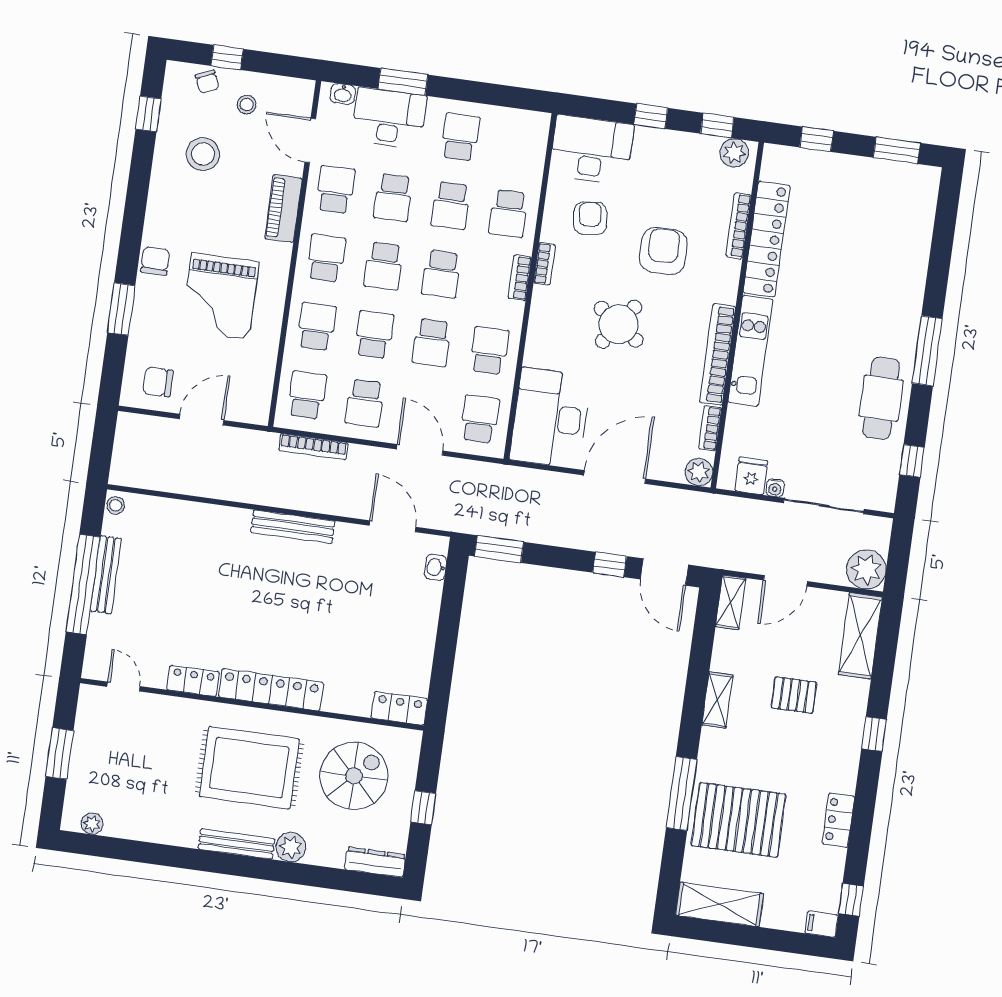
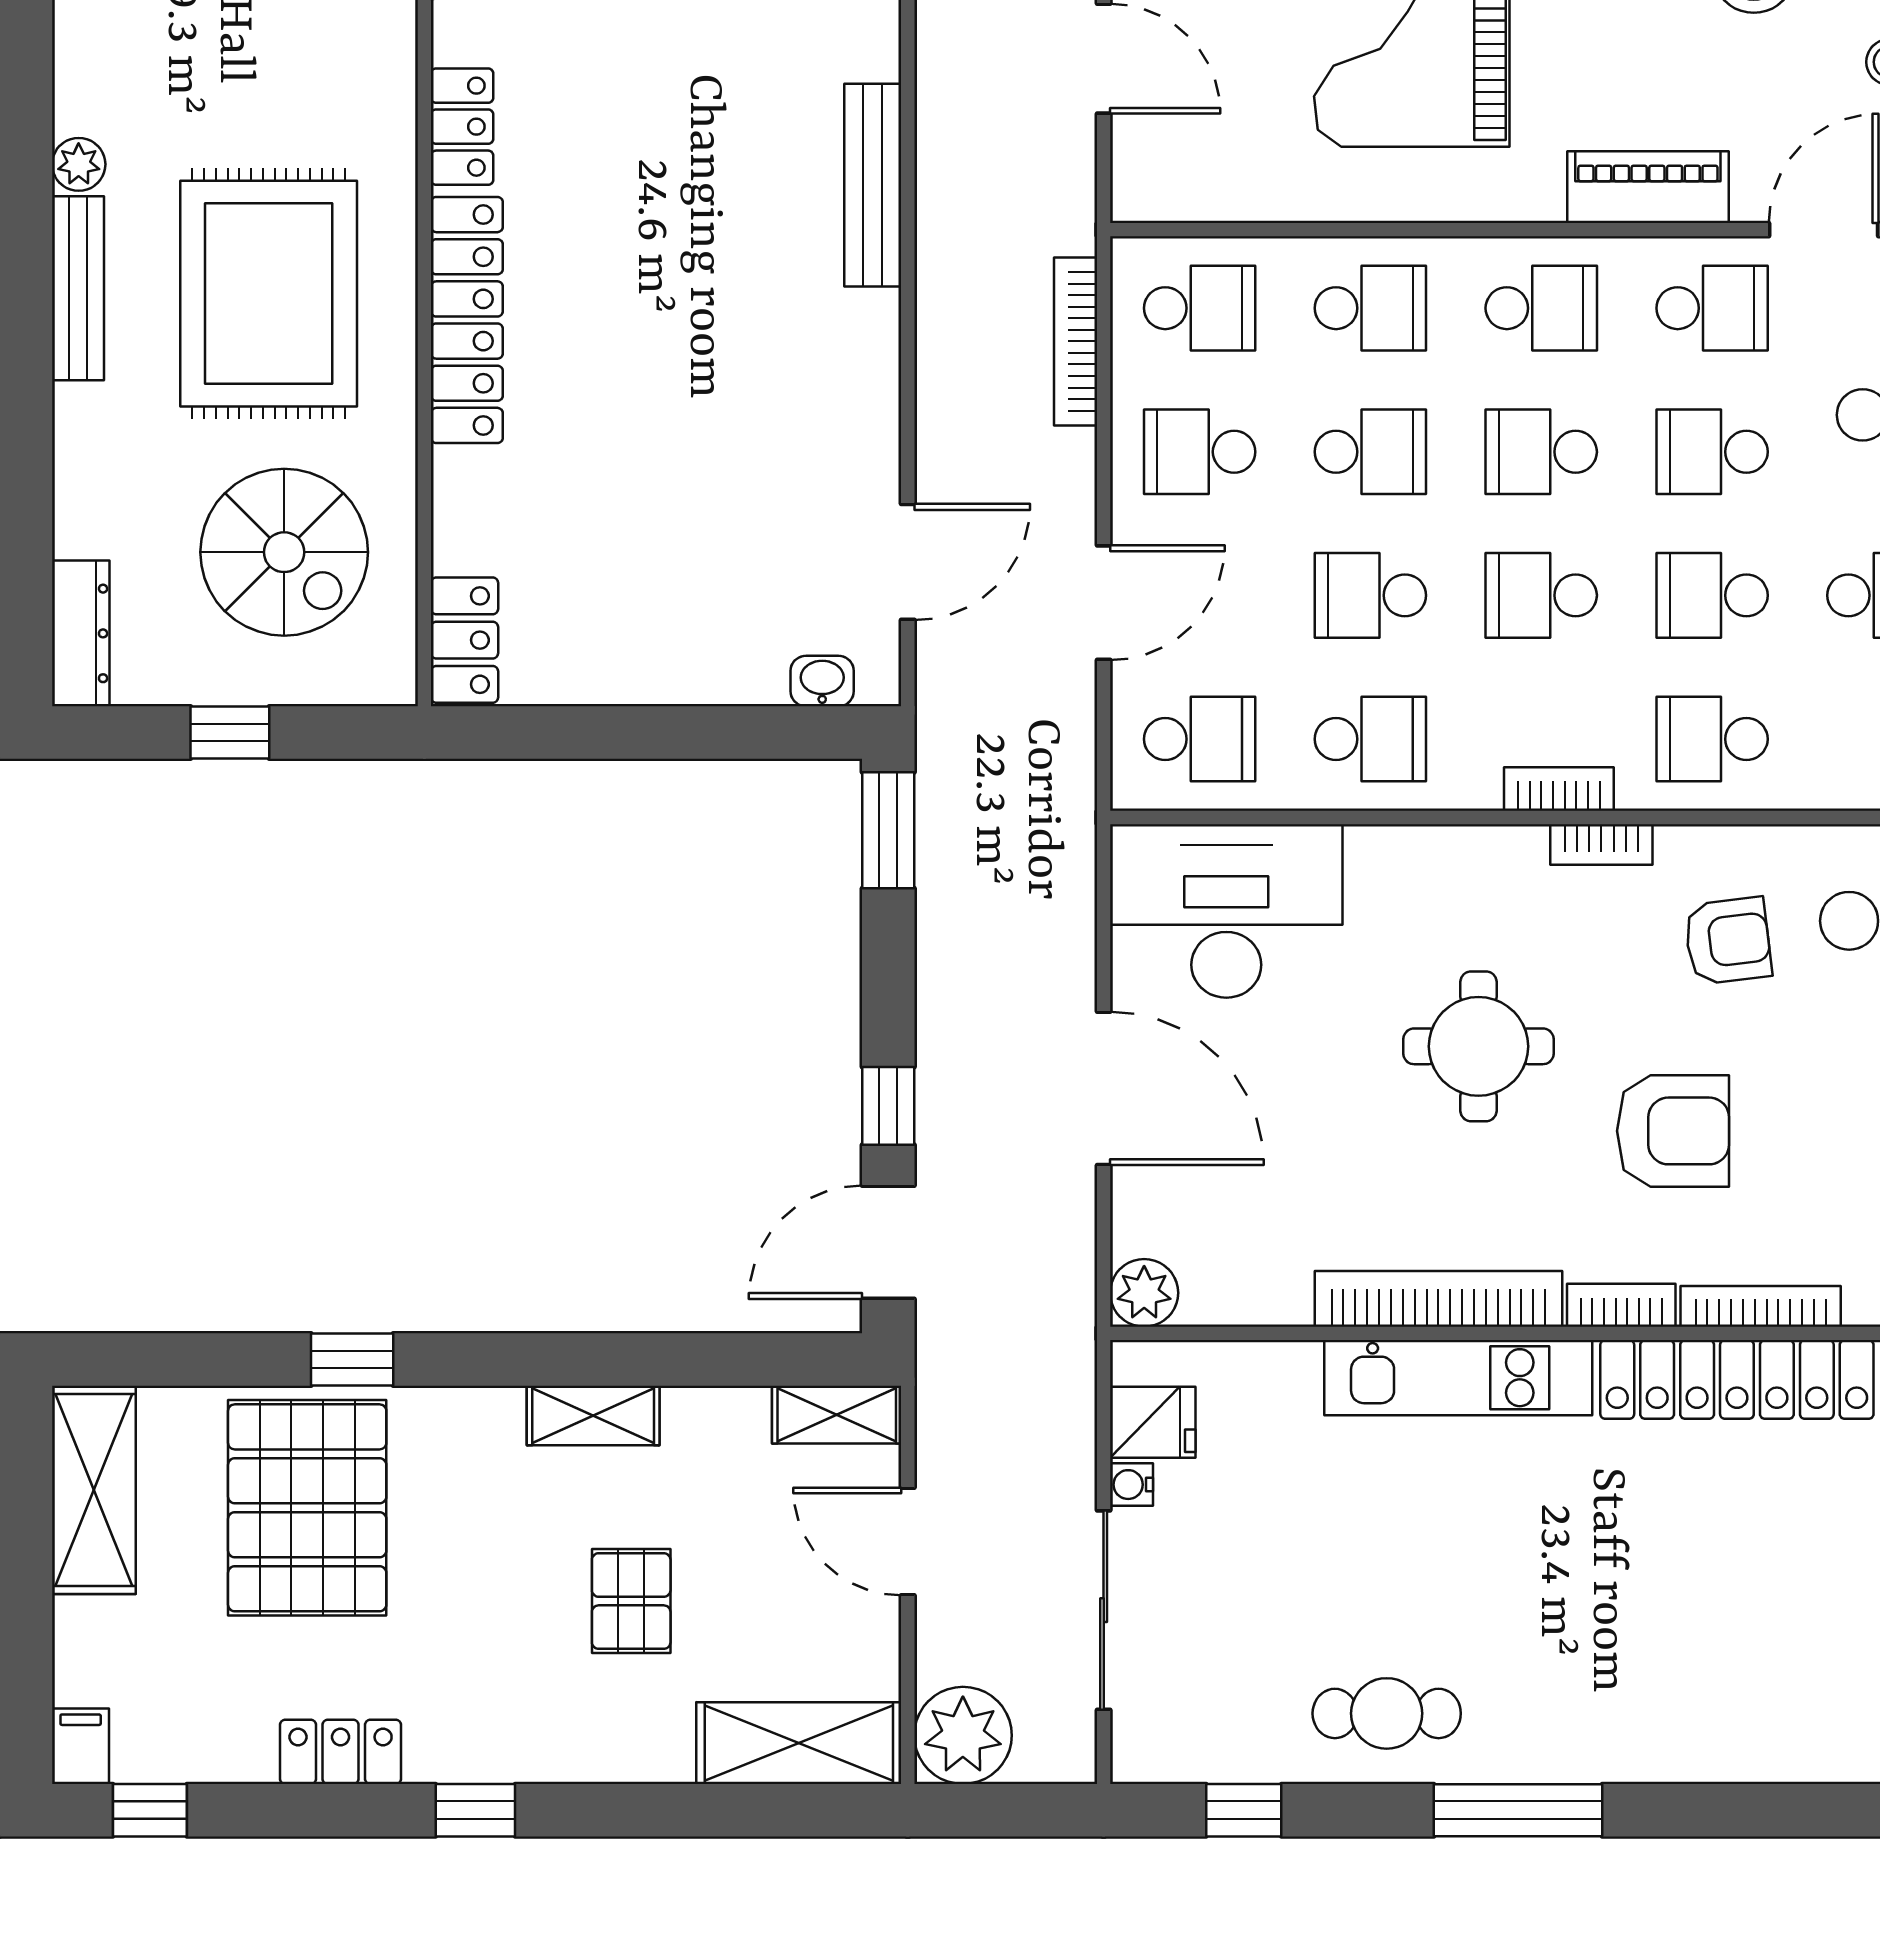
round table: (619, 324) -> (1478, 1046), turned -35
cafe table: (881, 398) -> (1387, 1713), width x0.73, depth x0.74
bookcase: (710, 428) -> (1621, 1305), moved
bench: (293, 527) -> (873, 185), moved
window: (874, 734) -> (475, 1810), moved
window: (682, 794) -> (352, 1360), width x0.46
plant: (291, 847) -> (79, 164), moved, width x0.73, depth x0.73

